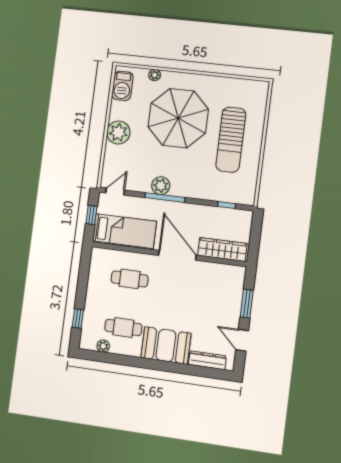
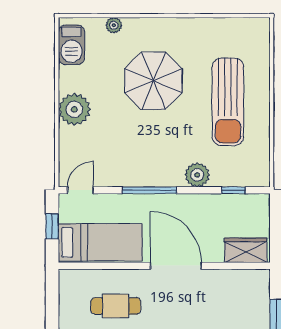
parasol: (178, 118) -> (153, 81), width x0.73, depth x0.73
plant: (161, 186) -> (197, 175), moved
wardrobe: (222, 249) -> (246, 250), width x0.67

